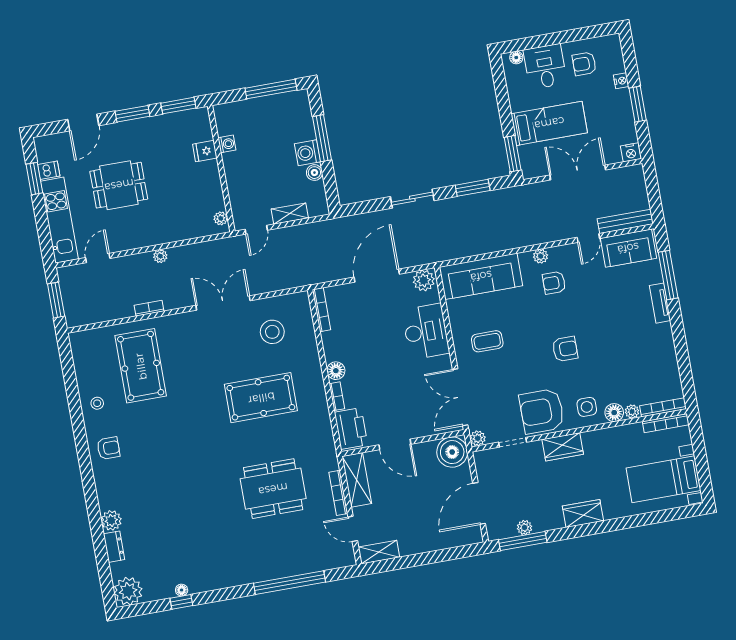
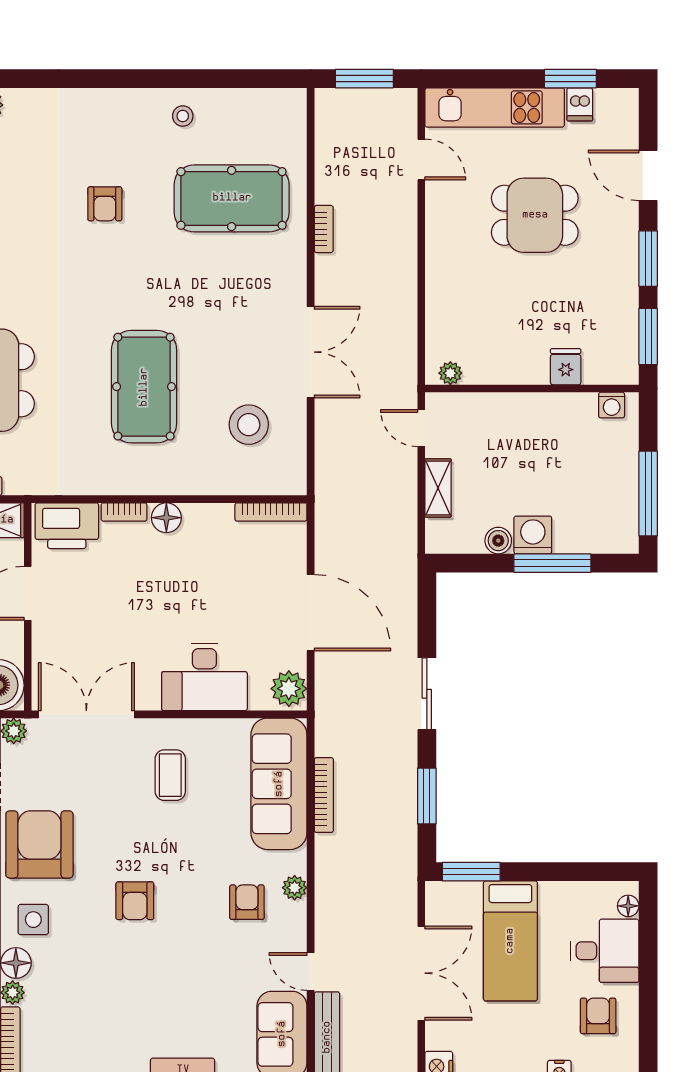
washing machine: (227, 144) -> (612, 405), moved
dining table: (119, 185) -> (535, 215), turned 90
bookcase: (483, 249) -> (324, 795), added
plant: (160, 256) -> (406, 263), removed
armchair: (108, 448) -> (105, 204), moved

